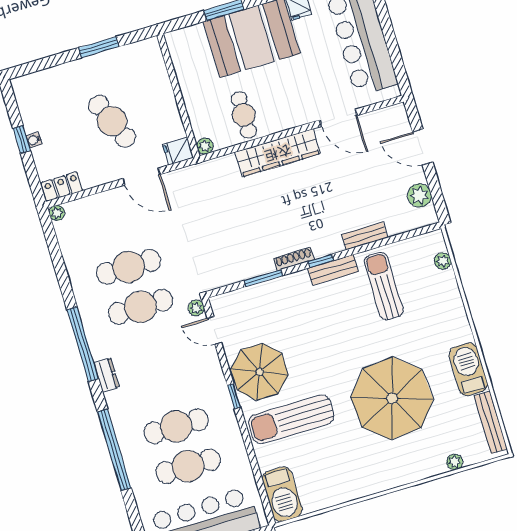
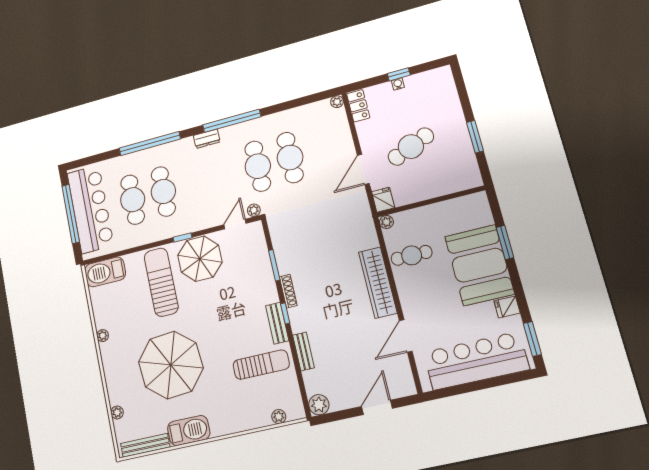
plant: (419, 195) -> (319, 405), moved
plant: (362, 490) -> (103, 336), added

